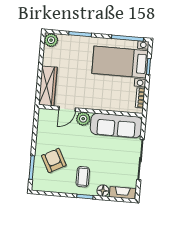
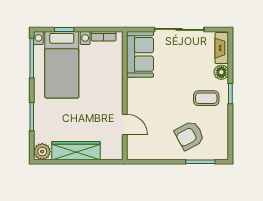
wardrobe: (48, 86) -> (76, 151), moved
plant: (83, 119) -> (135, 104), removed
sofa: (116, 125) -> (140, 54), width x0.73

